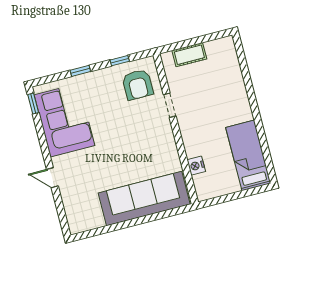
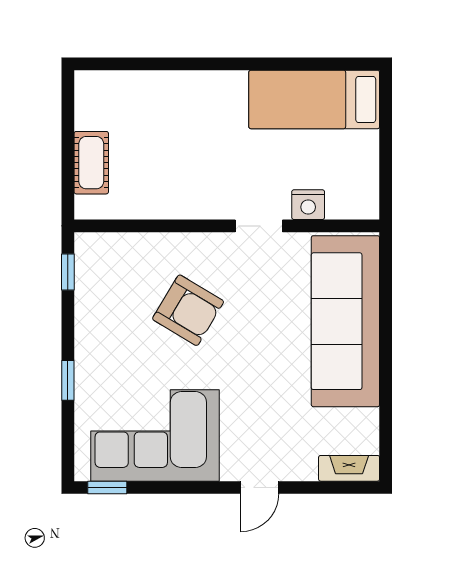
window: (120, 61) -> (68, 272), moved
armchair: (138, 85) -> (188, 310), moved, turned 31
doorway: (170, 105) -> (259, 226), moved
fireplace: (73, 219) -> (349, 468), added

